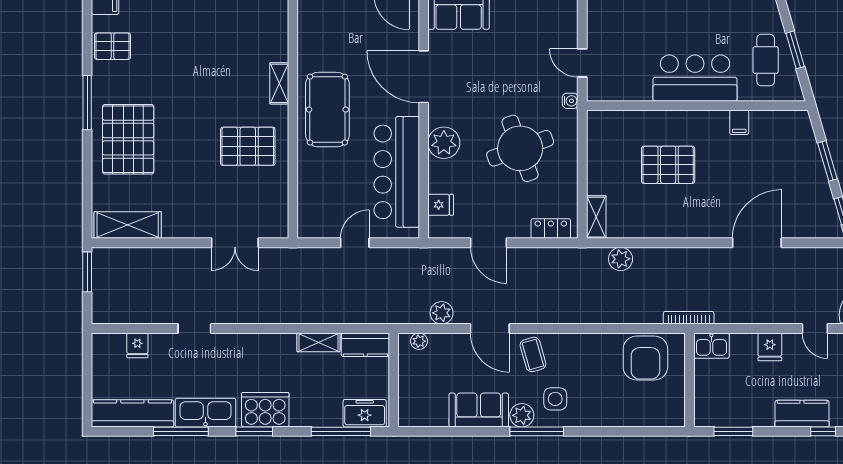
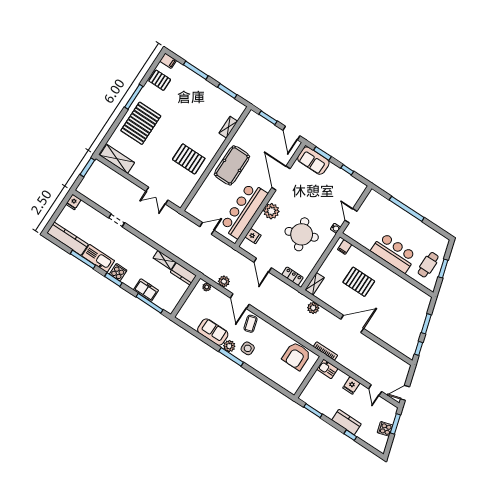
shelving: (279, 83) -> (228, 127), moved
filing cabinet: (739, 122) -> (345, 247), moved
door: (757, 243) -> (352, 324), moved
fridge: (137, 345) -> (73, 202), moved
cooker: (265, 410) -> (118, 272), width x0.53, depth x0.76
freezer: (365, 413) -> (146, 290), moved

